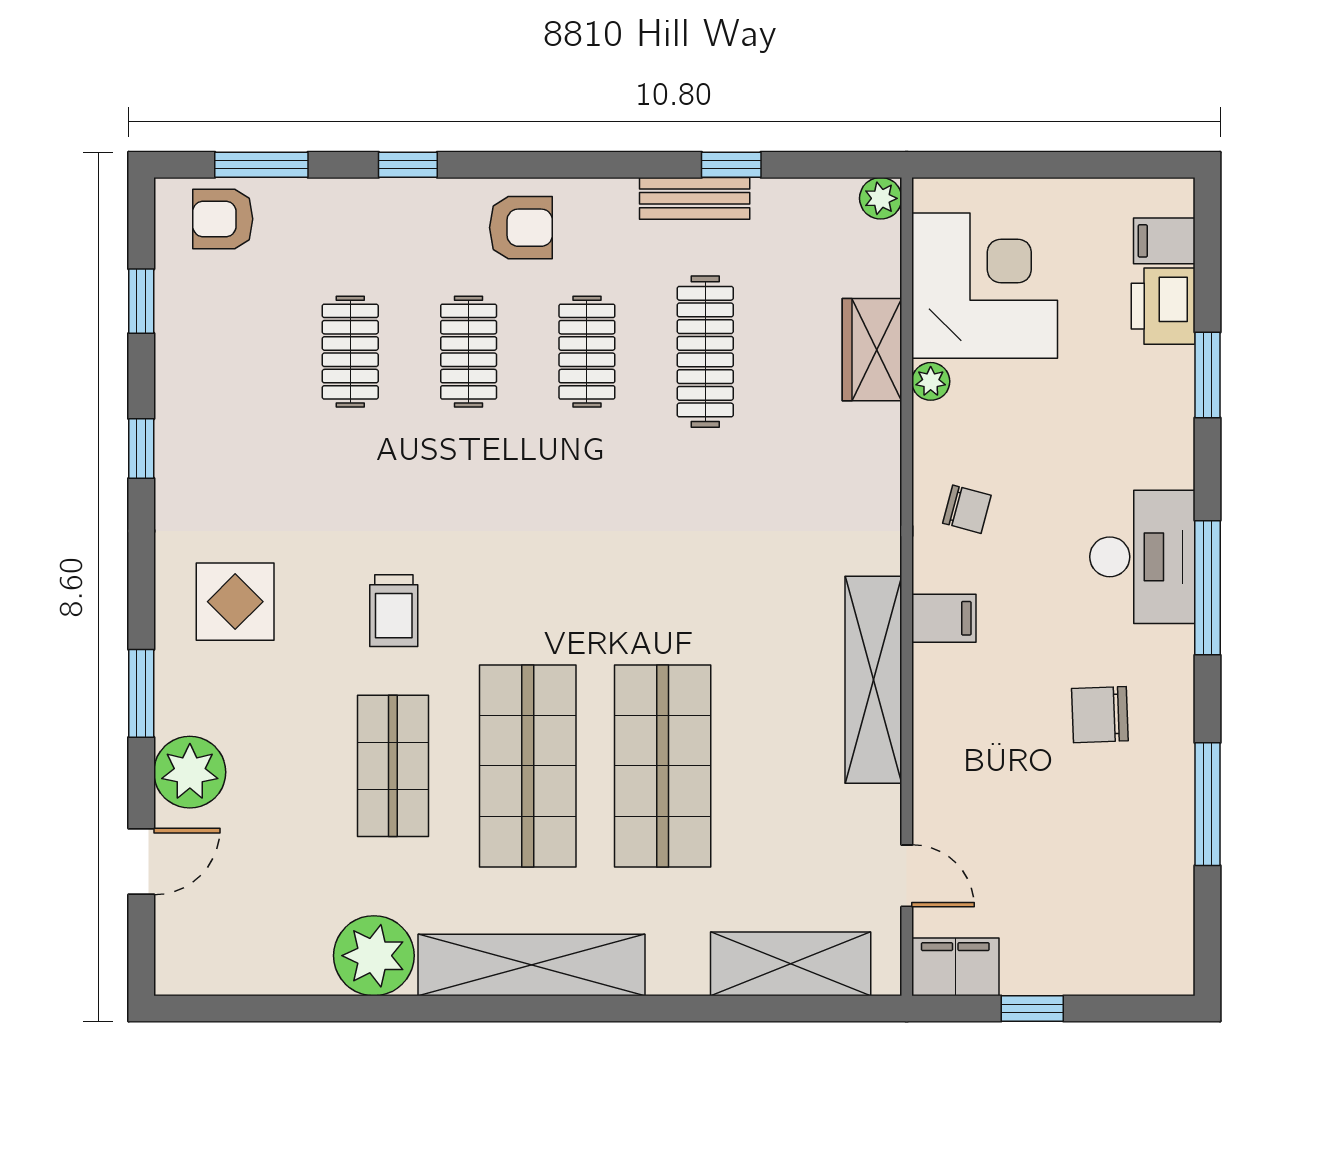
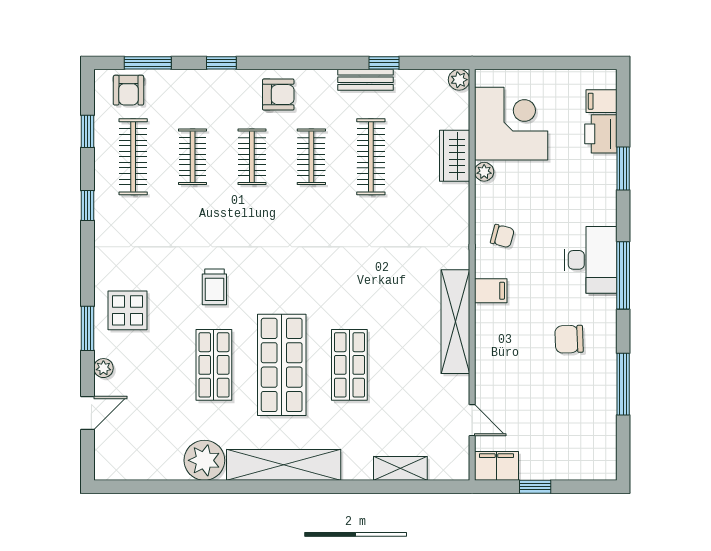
armchair: (223, 219) -> (128, 90), turned -90
clothes rail: (232, 352) -> (133, 157), added
display table: (235, 602) -> (127, 310), moved
shop shelf: (663, 766) -> (349, 365), width x0.70, depth x0.74
plant: (190, 772) -> (103, 368), width x0.53, depth x0.53
shelving: (791, 964) -> (400, 468), width x0.67, depth x0.75

